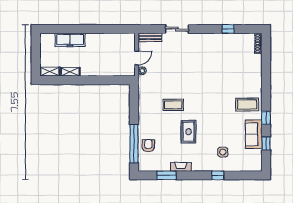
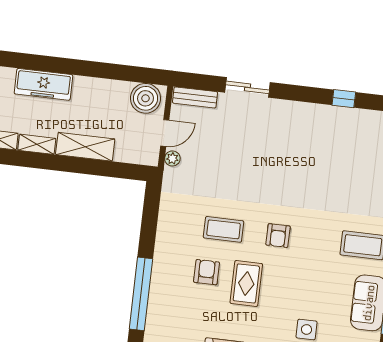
boiler: (124, 41) -> (145, 98), added
shelving: (96, 70) -> (85, 147), added
armchair: (202, 105) -> (278, 236), added
armchair: (148, 146) -> (207, 272), moved

